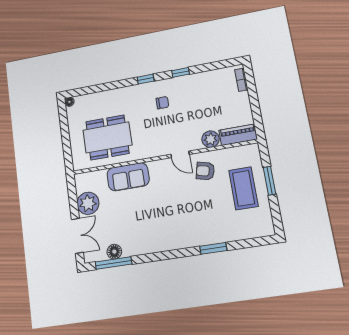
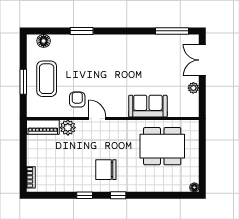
chair: (162, 103) -> (106, 170), width x1.87, depth x1.87
armchair: (205, 171) -> (77, 100), turned -104
plant: (88, 203) -> (193, 88), width x0.53, depth x0.53
floor lamp: (114, 252) -> (44, 41), moved

